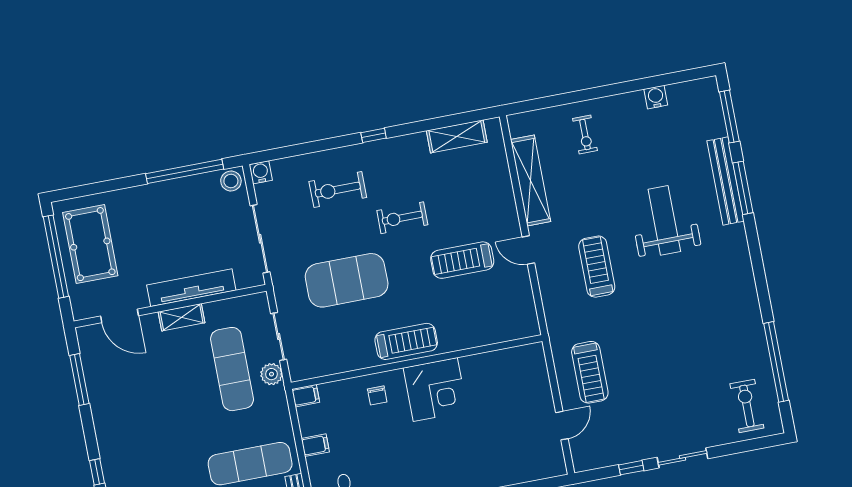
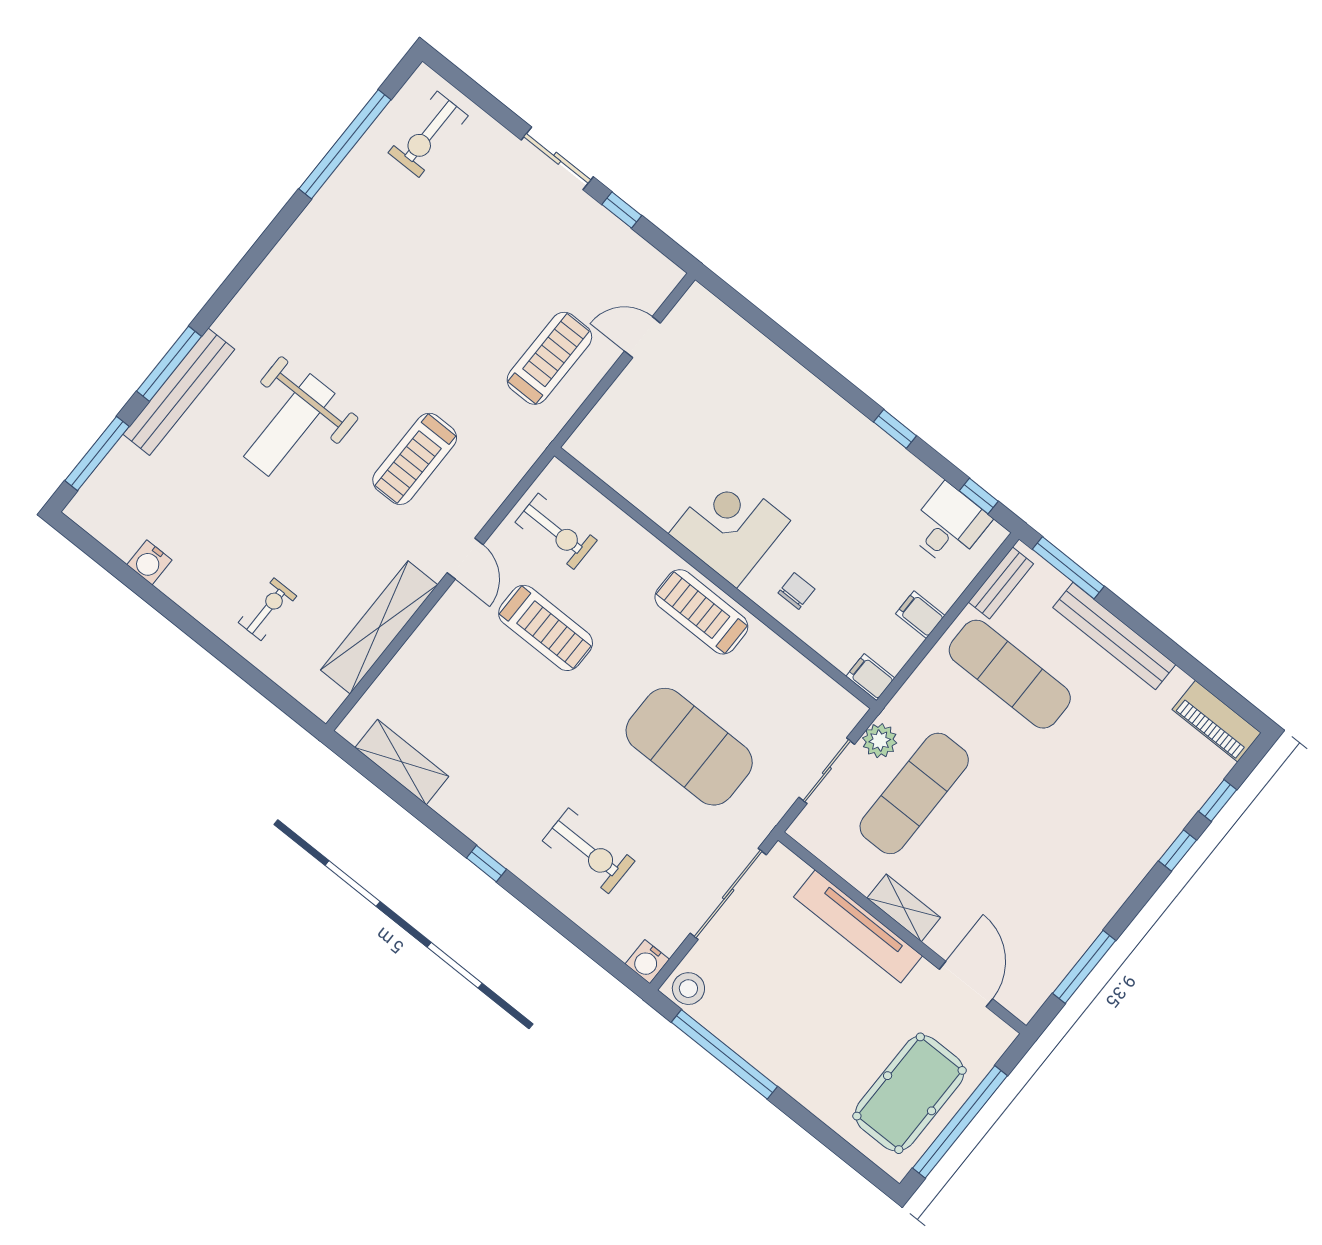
exercise bike: (402, 218) -> (556, 531), moved

